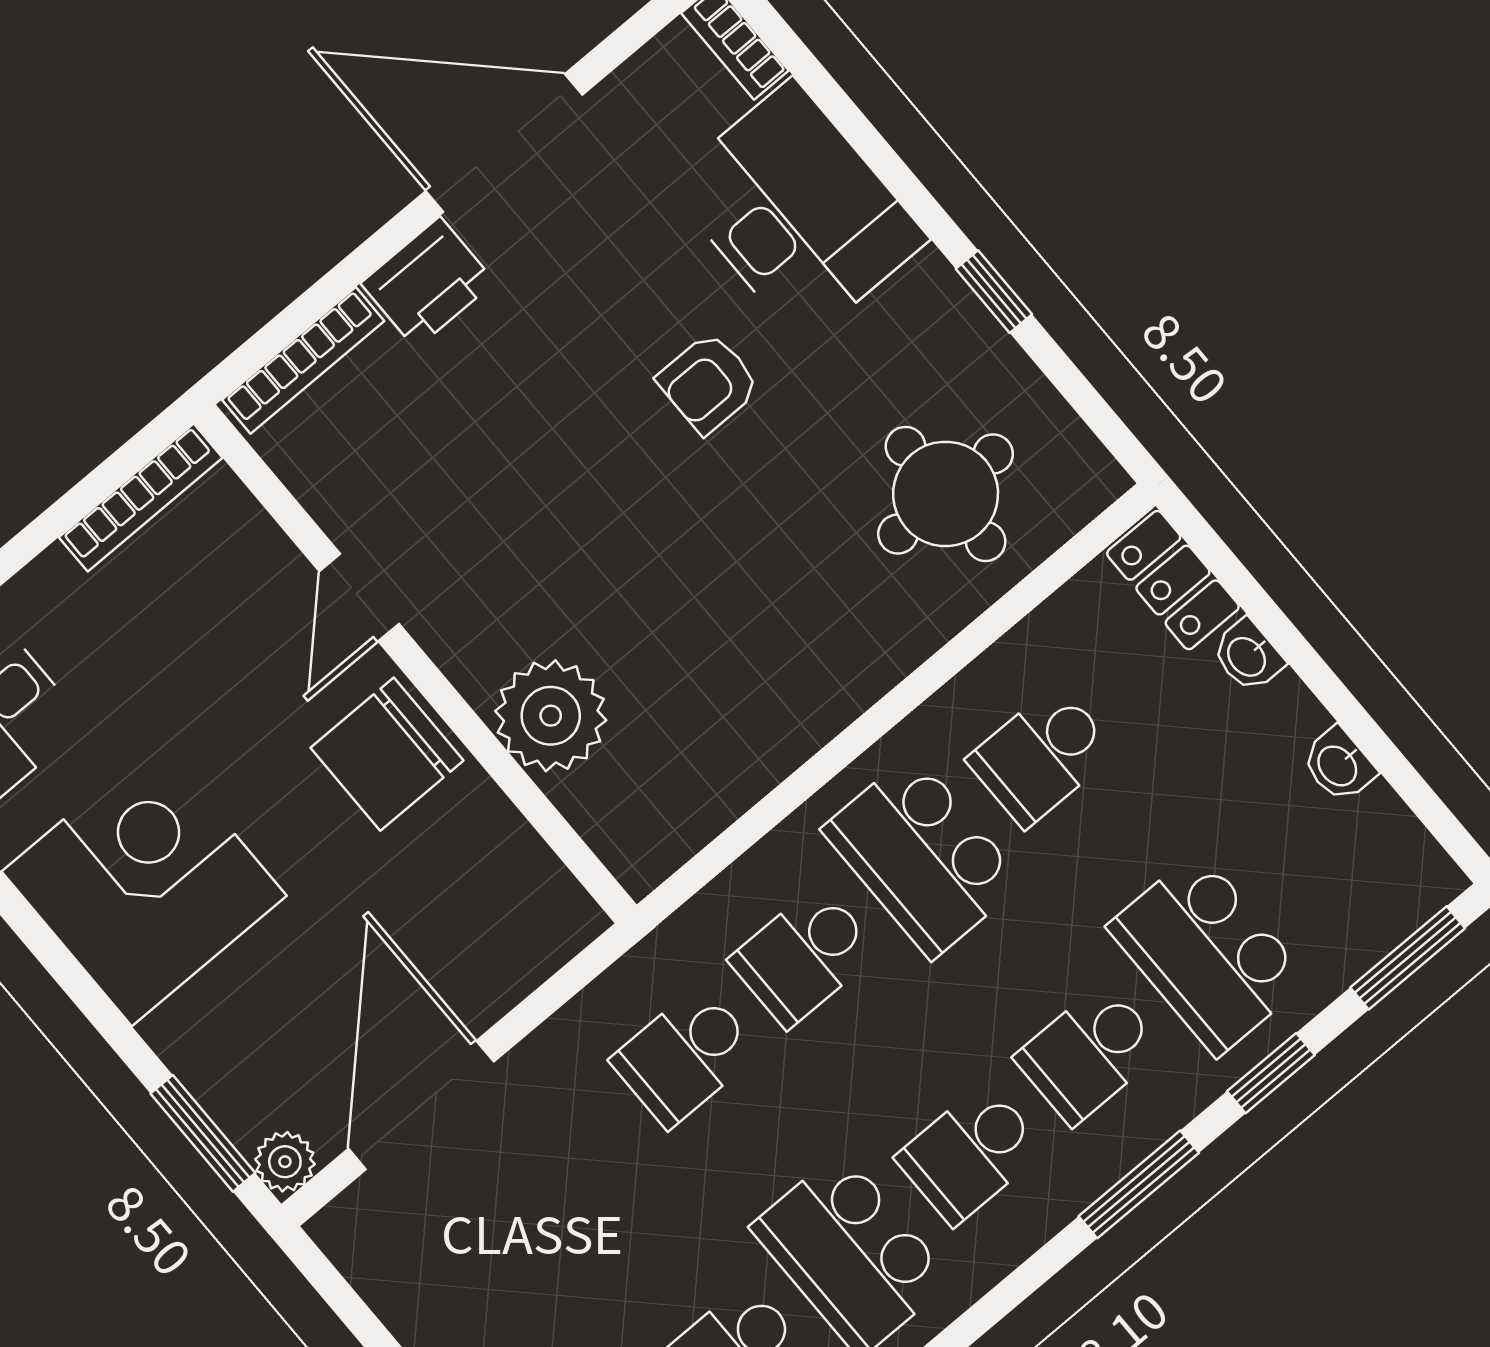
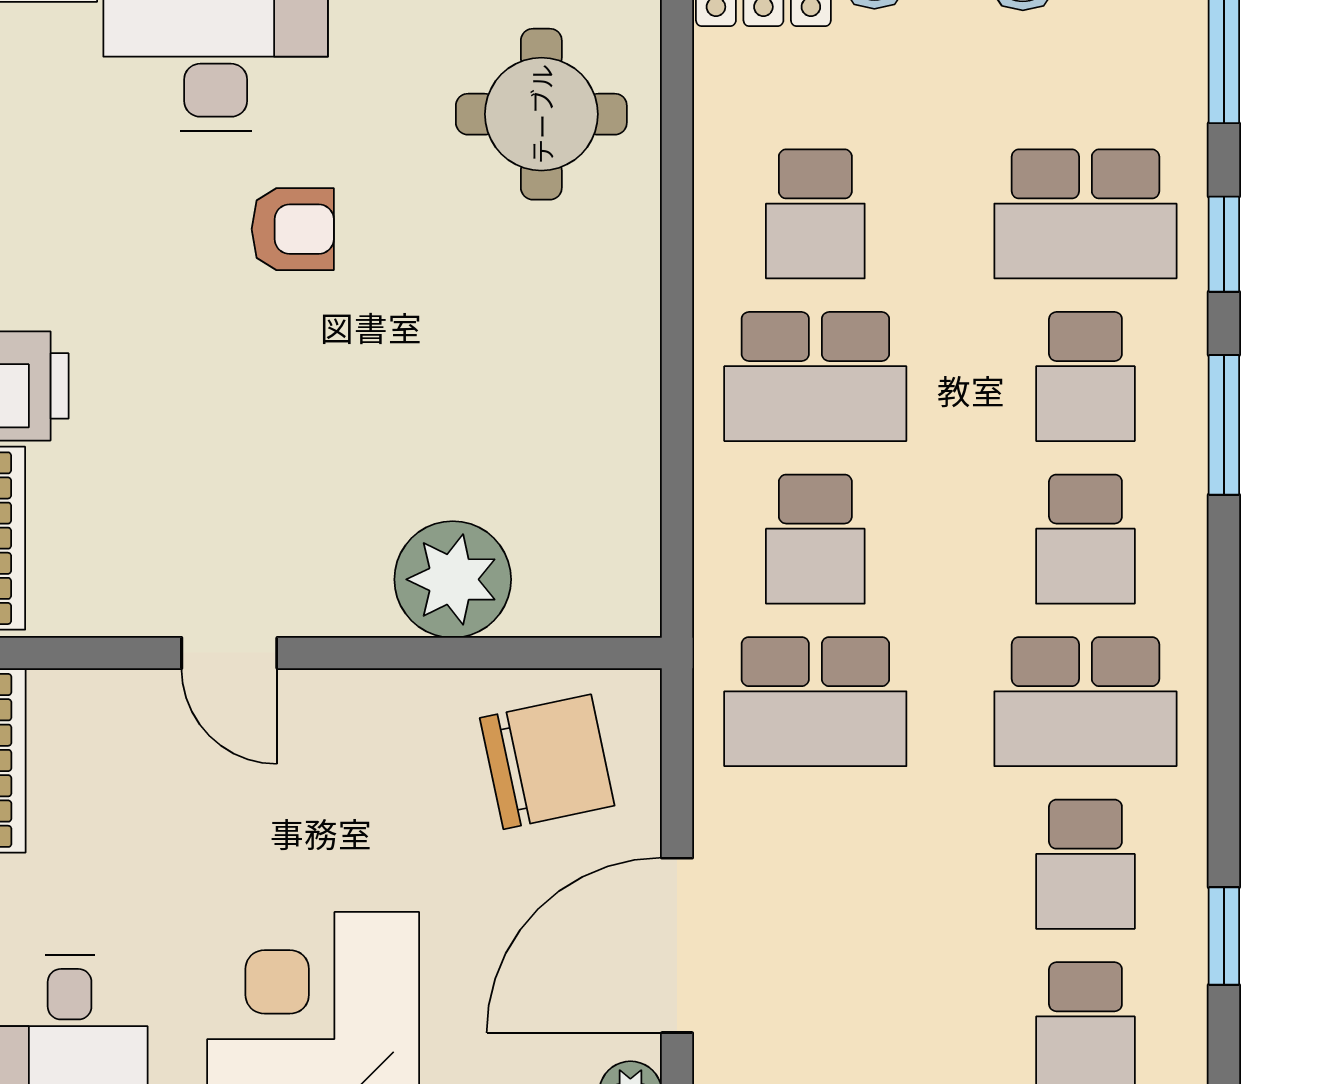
armchair: (708, 383) -> (293, 229), turned -90
chair: (387, 754) -> (547, 762), moved, turned -102
school desk: (685, 1056) -> (815, 702), width x1.85
door: (421, 1105) -> (677, 945), hinge flipped

